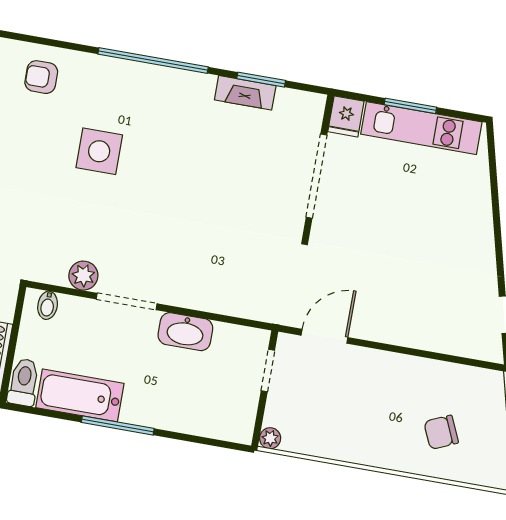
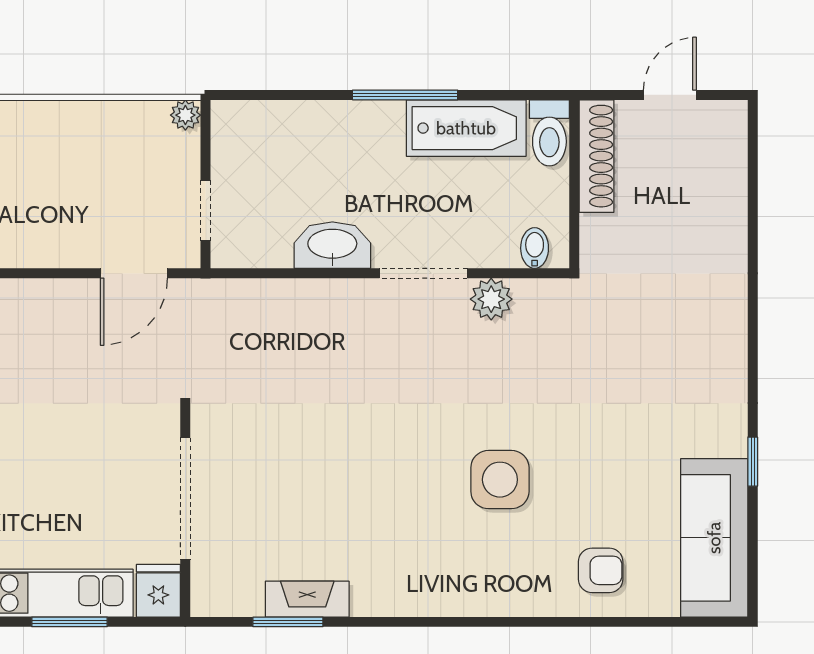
window: (153, 60) -> (446, 622), removed

